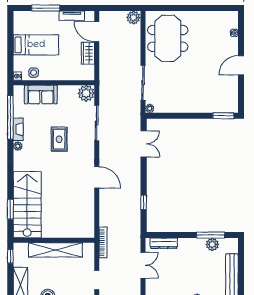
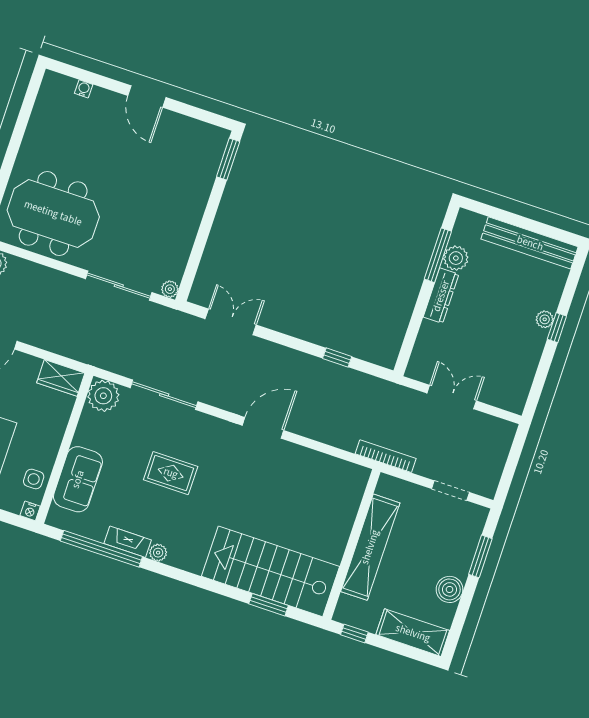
wardrobe: (88, 53) -> (61, 378), moved
dresser: (164, 243) -> (441, 296), moved

